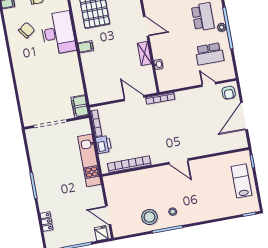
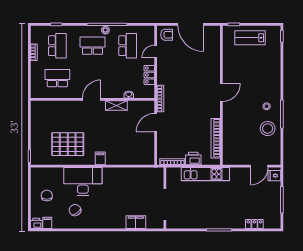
locker: (183, 82) -> (149, 75), added
filing cabinet: (80, 106) -> (136, 222), moved, turned 180

